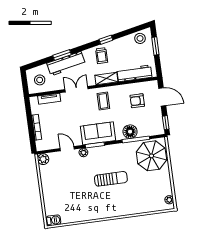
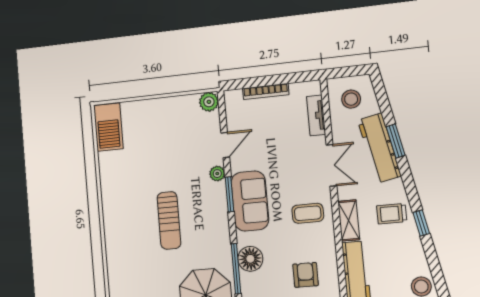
barbecue: (53, 220) -> (108, 127), width x1.88, depth x1.53

